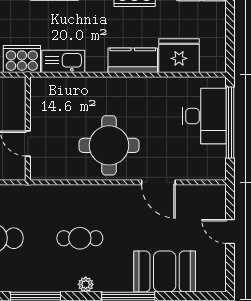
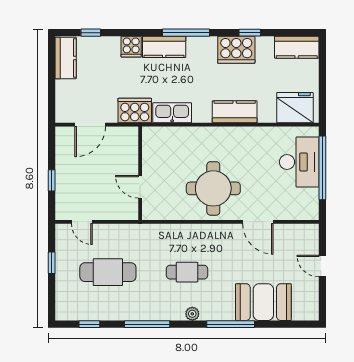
fridge: (179, 56) -> (295, 108), moved

